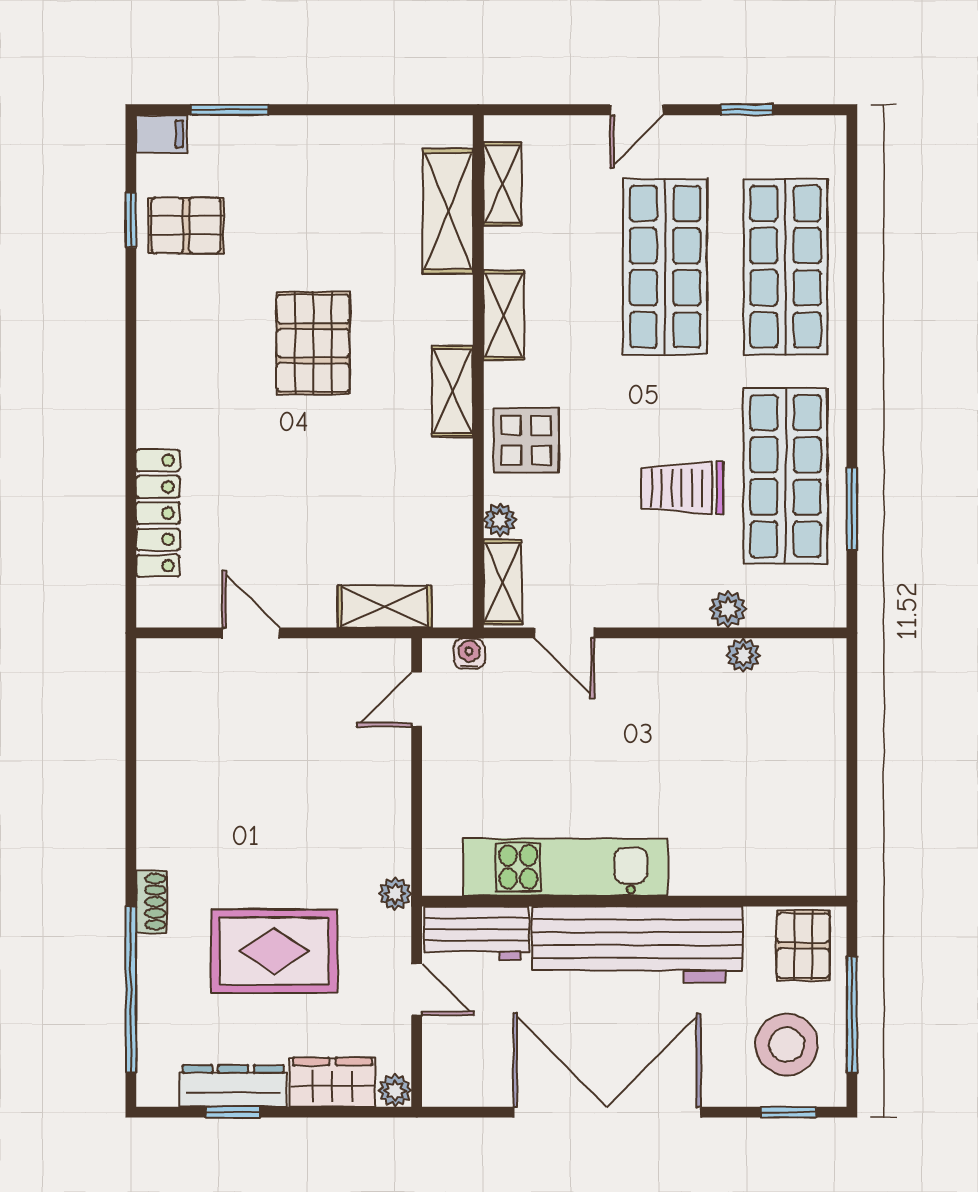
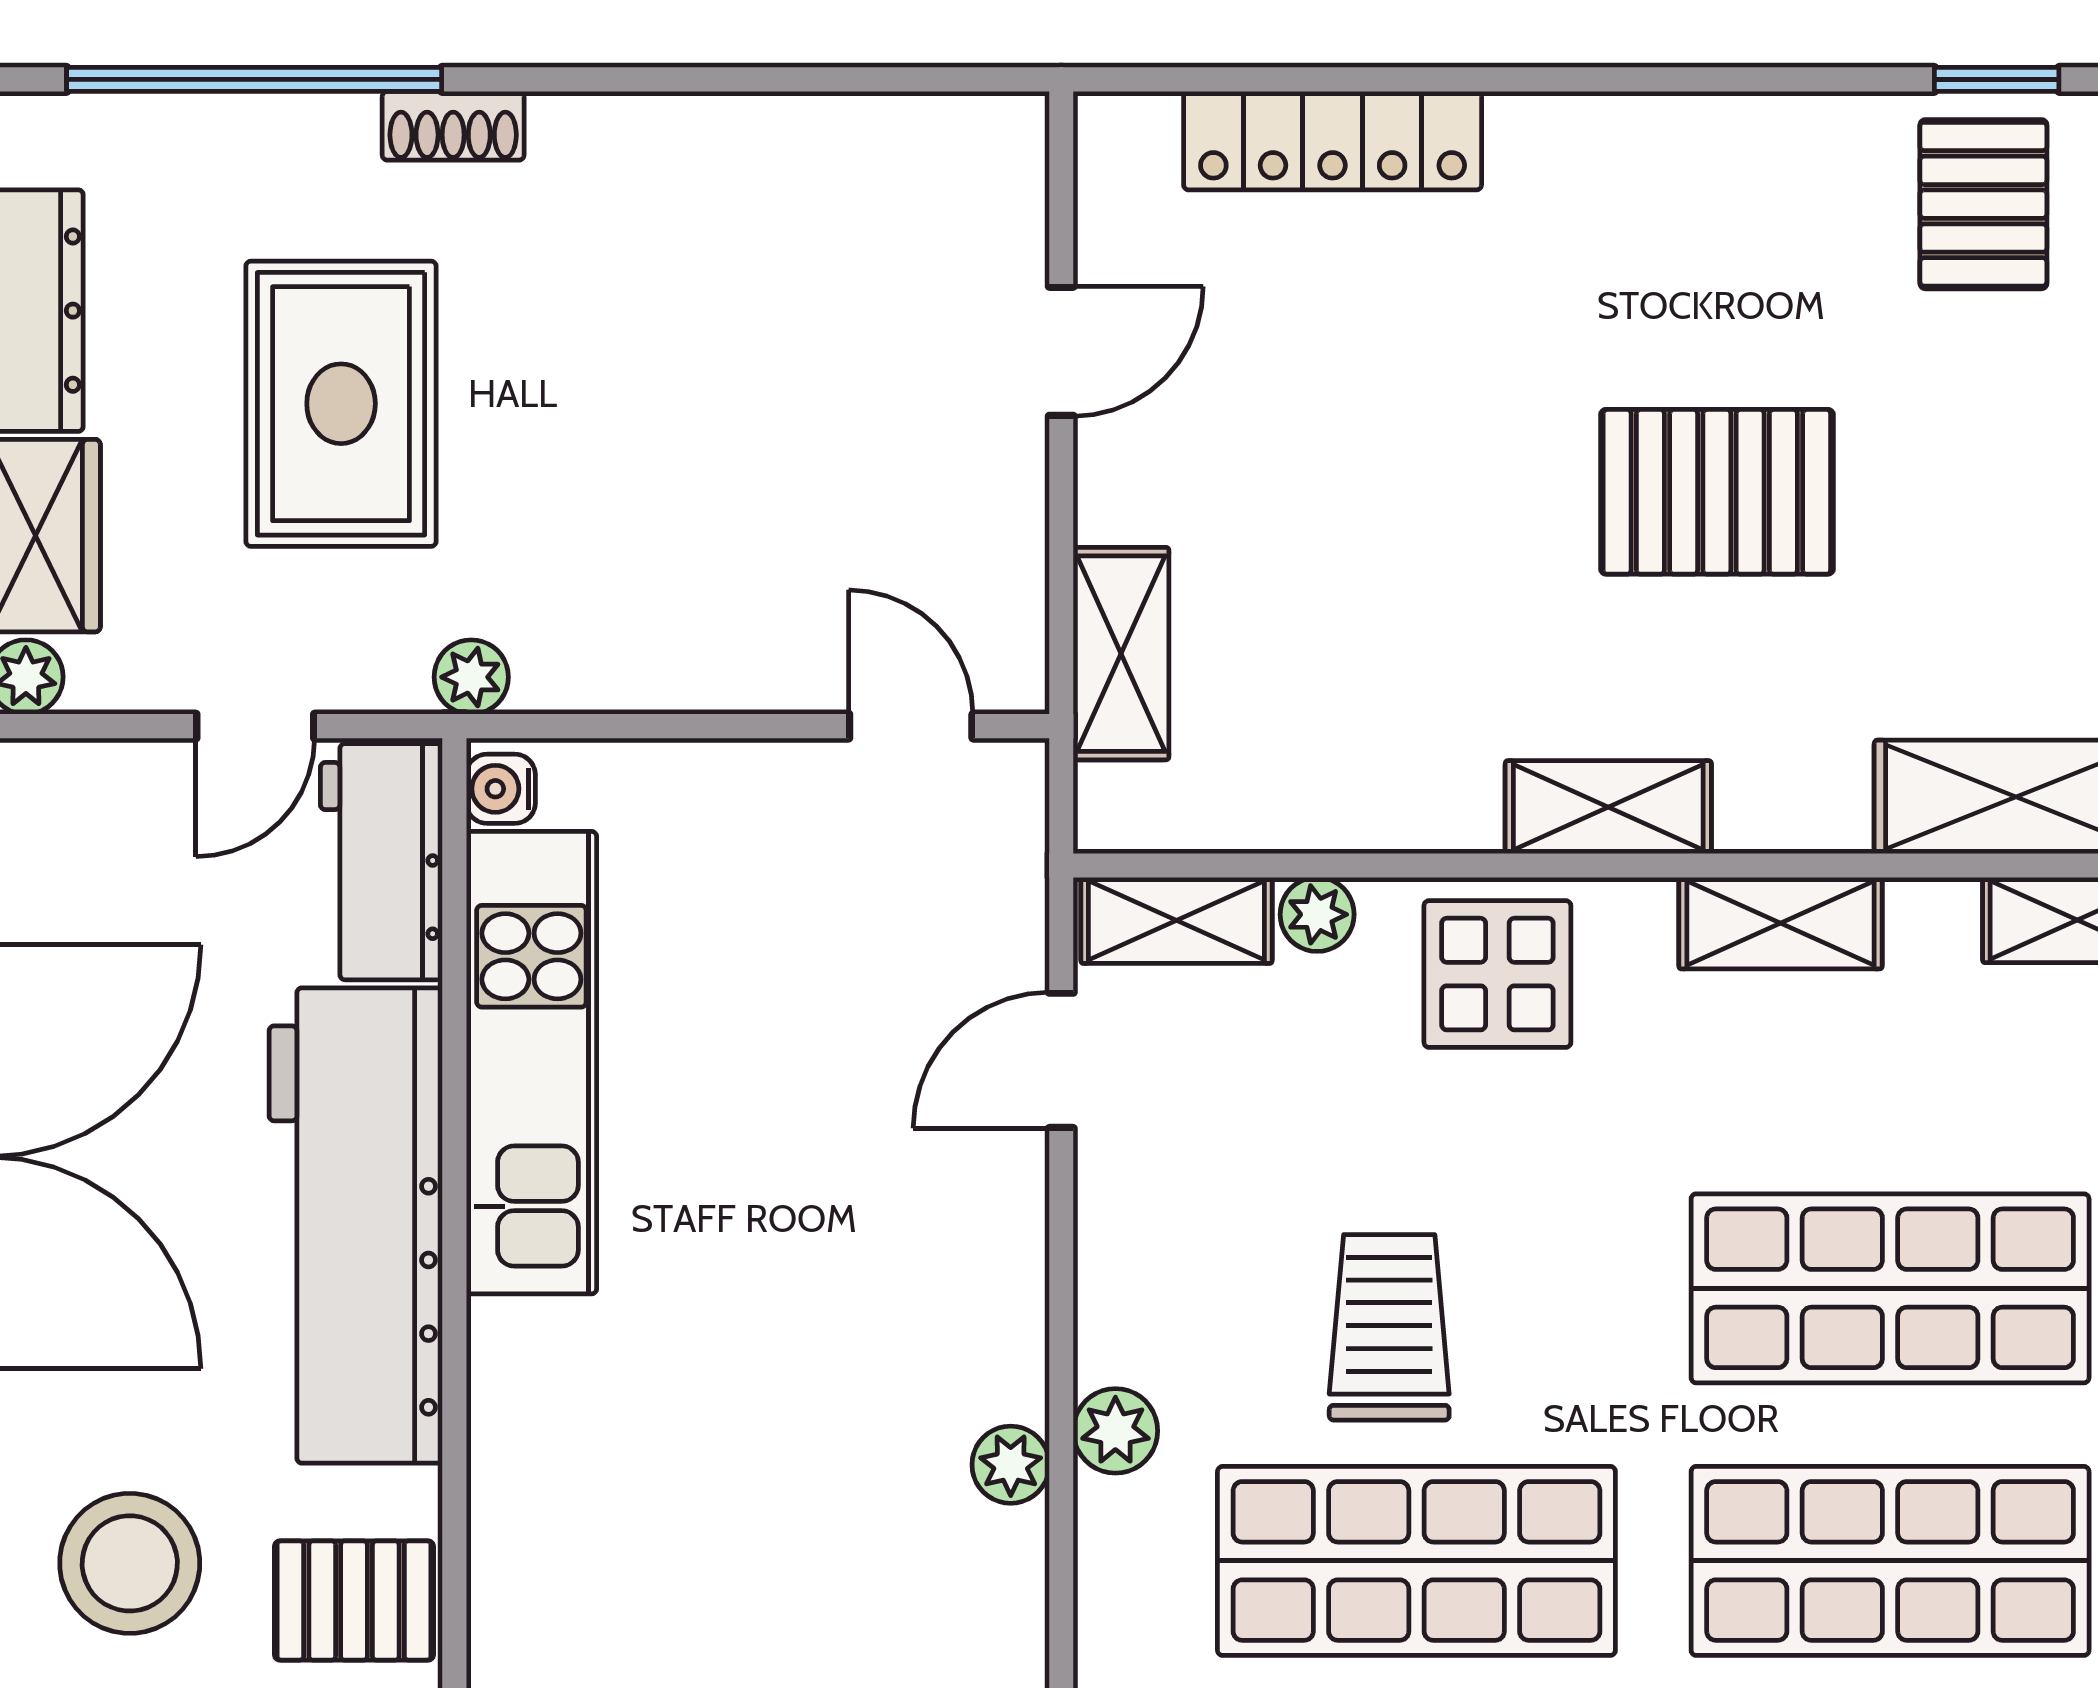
water cooler: (469, 654) -> (501, 789), moved, turned 180

